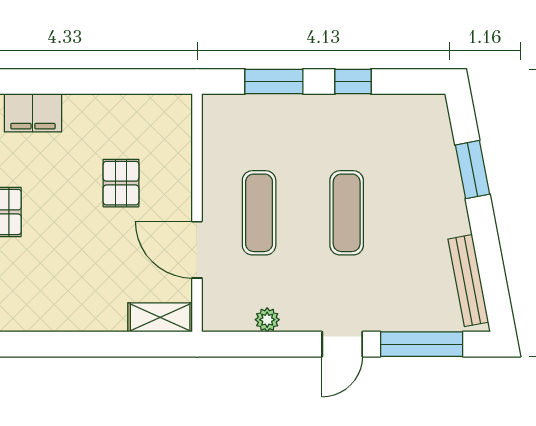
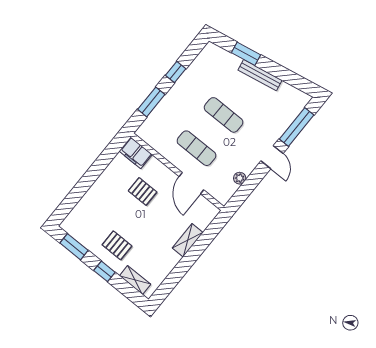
filing cabinet: (33, 113) -> (136, 153), moved, turned 90
door: (197, 250) -> (191, 183), hinge flipped
bench: (468, 281) -> (260, 75), moved
shelving: (160, 317) -> (188, 240), moved

